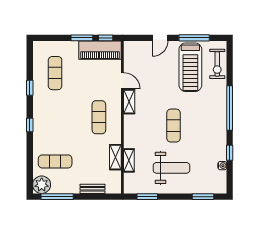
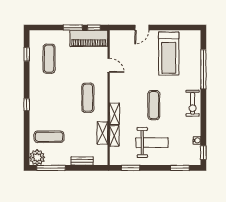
window: (194, 38) -> (172, 28), removed
exercise bike: (217, 64) -> (193, 103), moved
window: (30, 88) -> (27, 54), moved
shelving: (129, 102) -> (115, 114), moved
window: (230, 108) -> (203, 69), moved
window: (230, 153) -> (203, 153), moved

